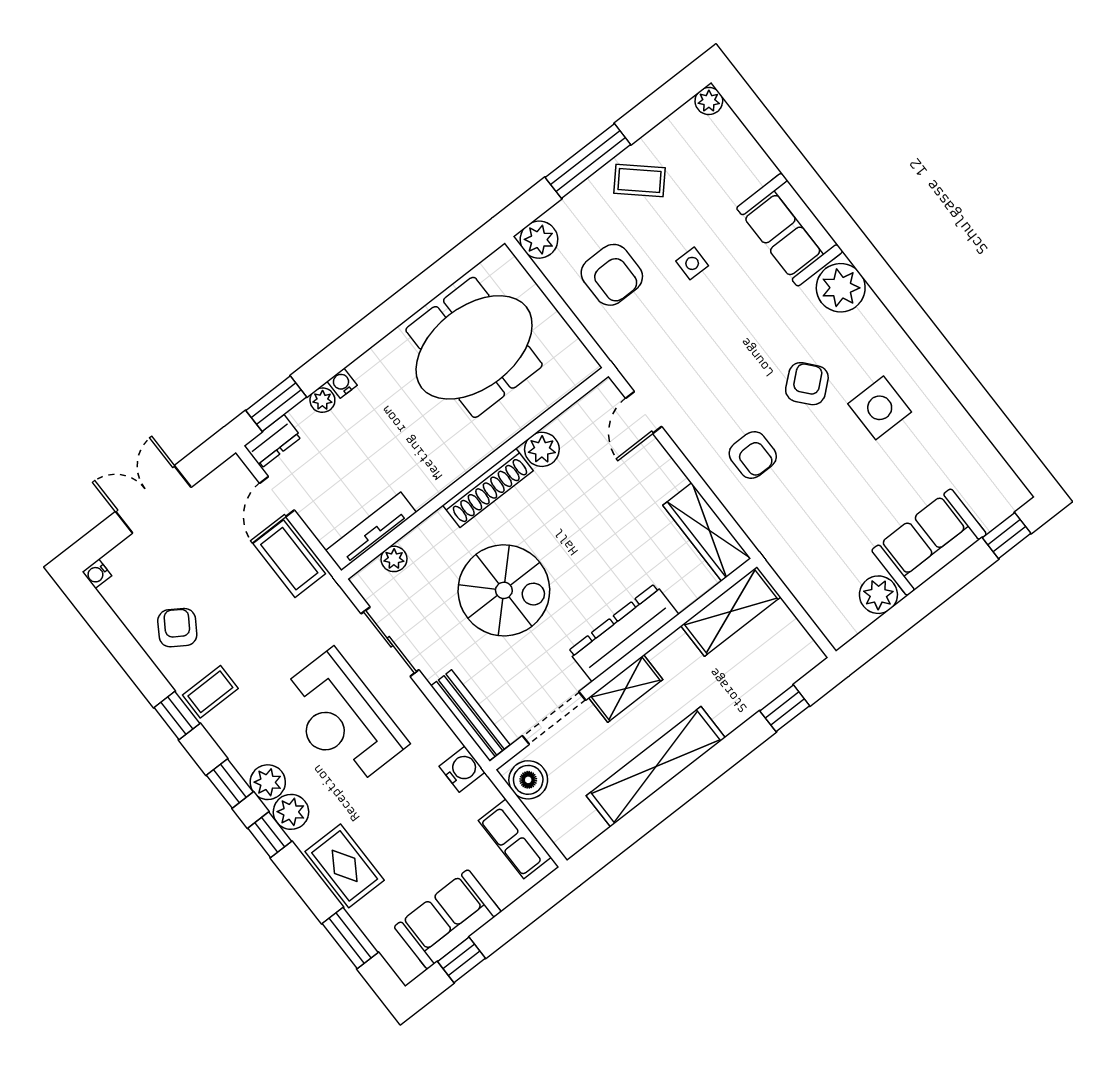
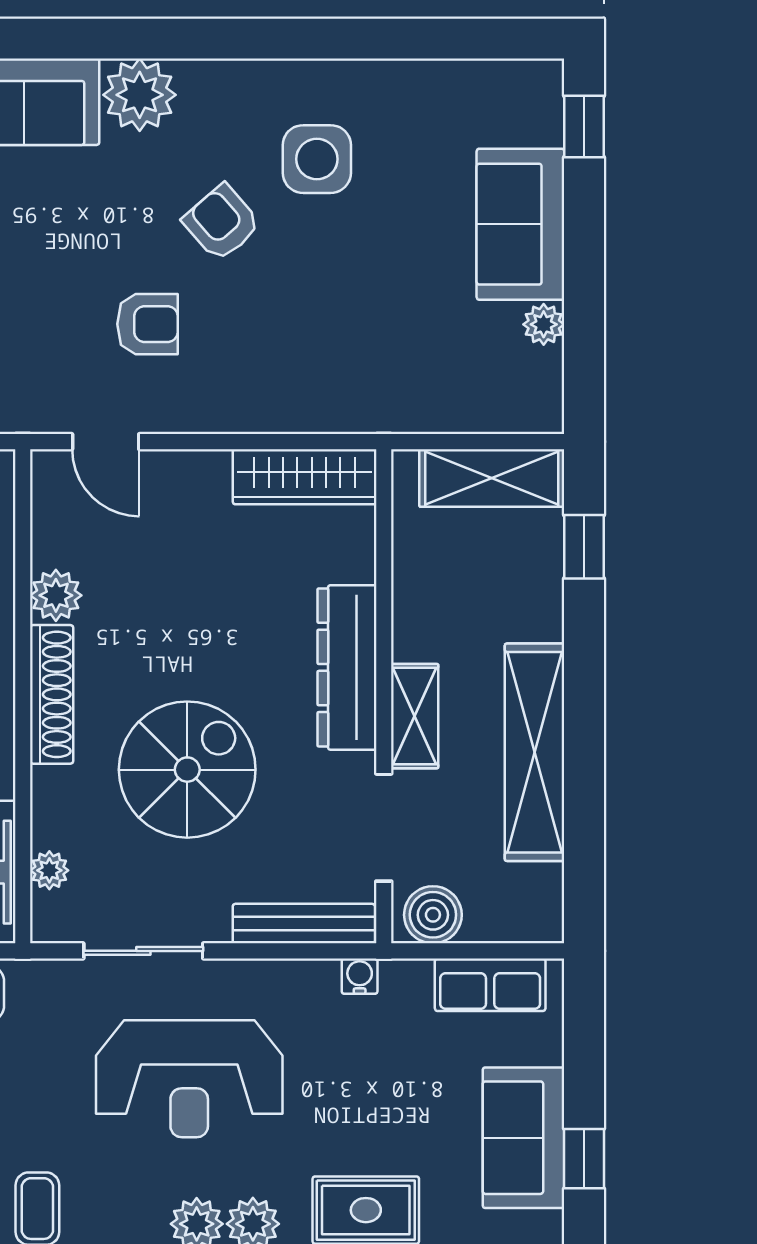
armchair: (753, 455) -> (148, 324), moved
plant: (878, 595) -> (544, 324), width x0.73, depth x0.73
shelving: (731, 611) -> (492, 478), moved, turned 90
water cooler: (462, 769) -> (360, 976), width x0.72, depth x0.72

